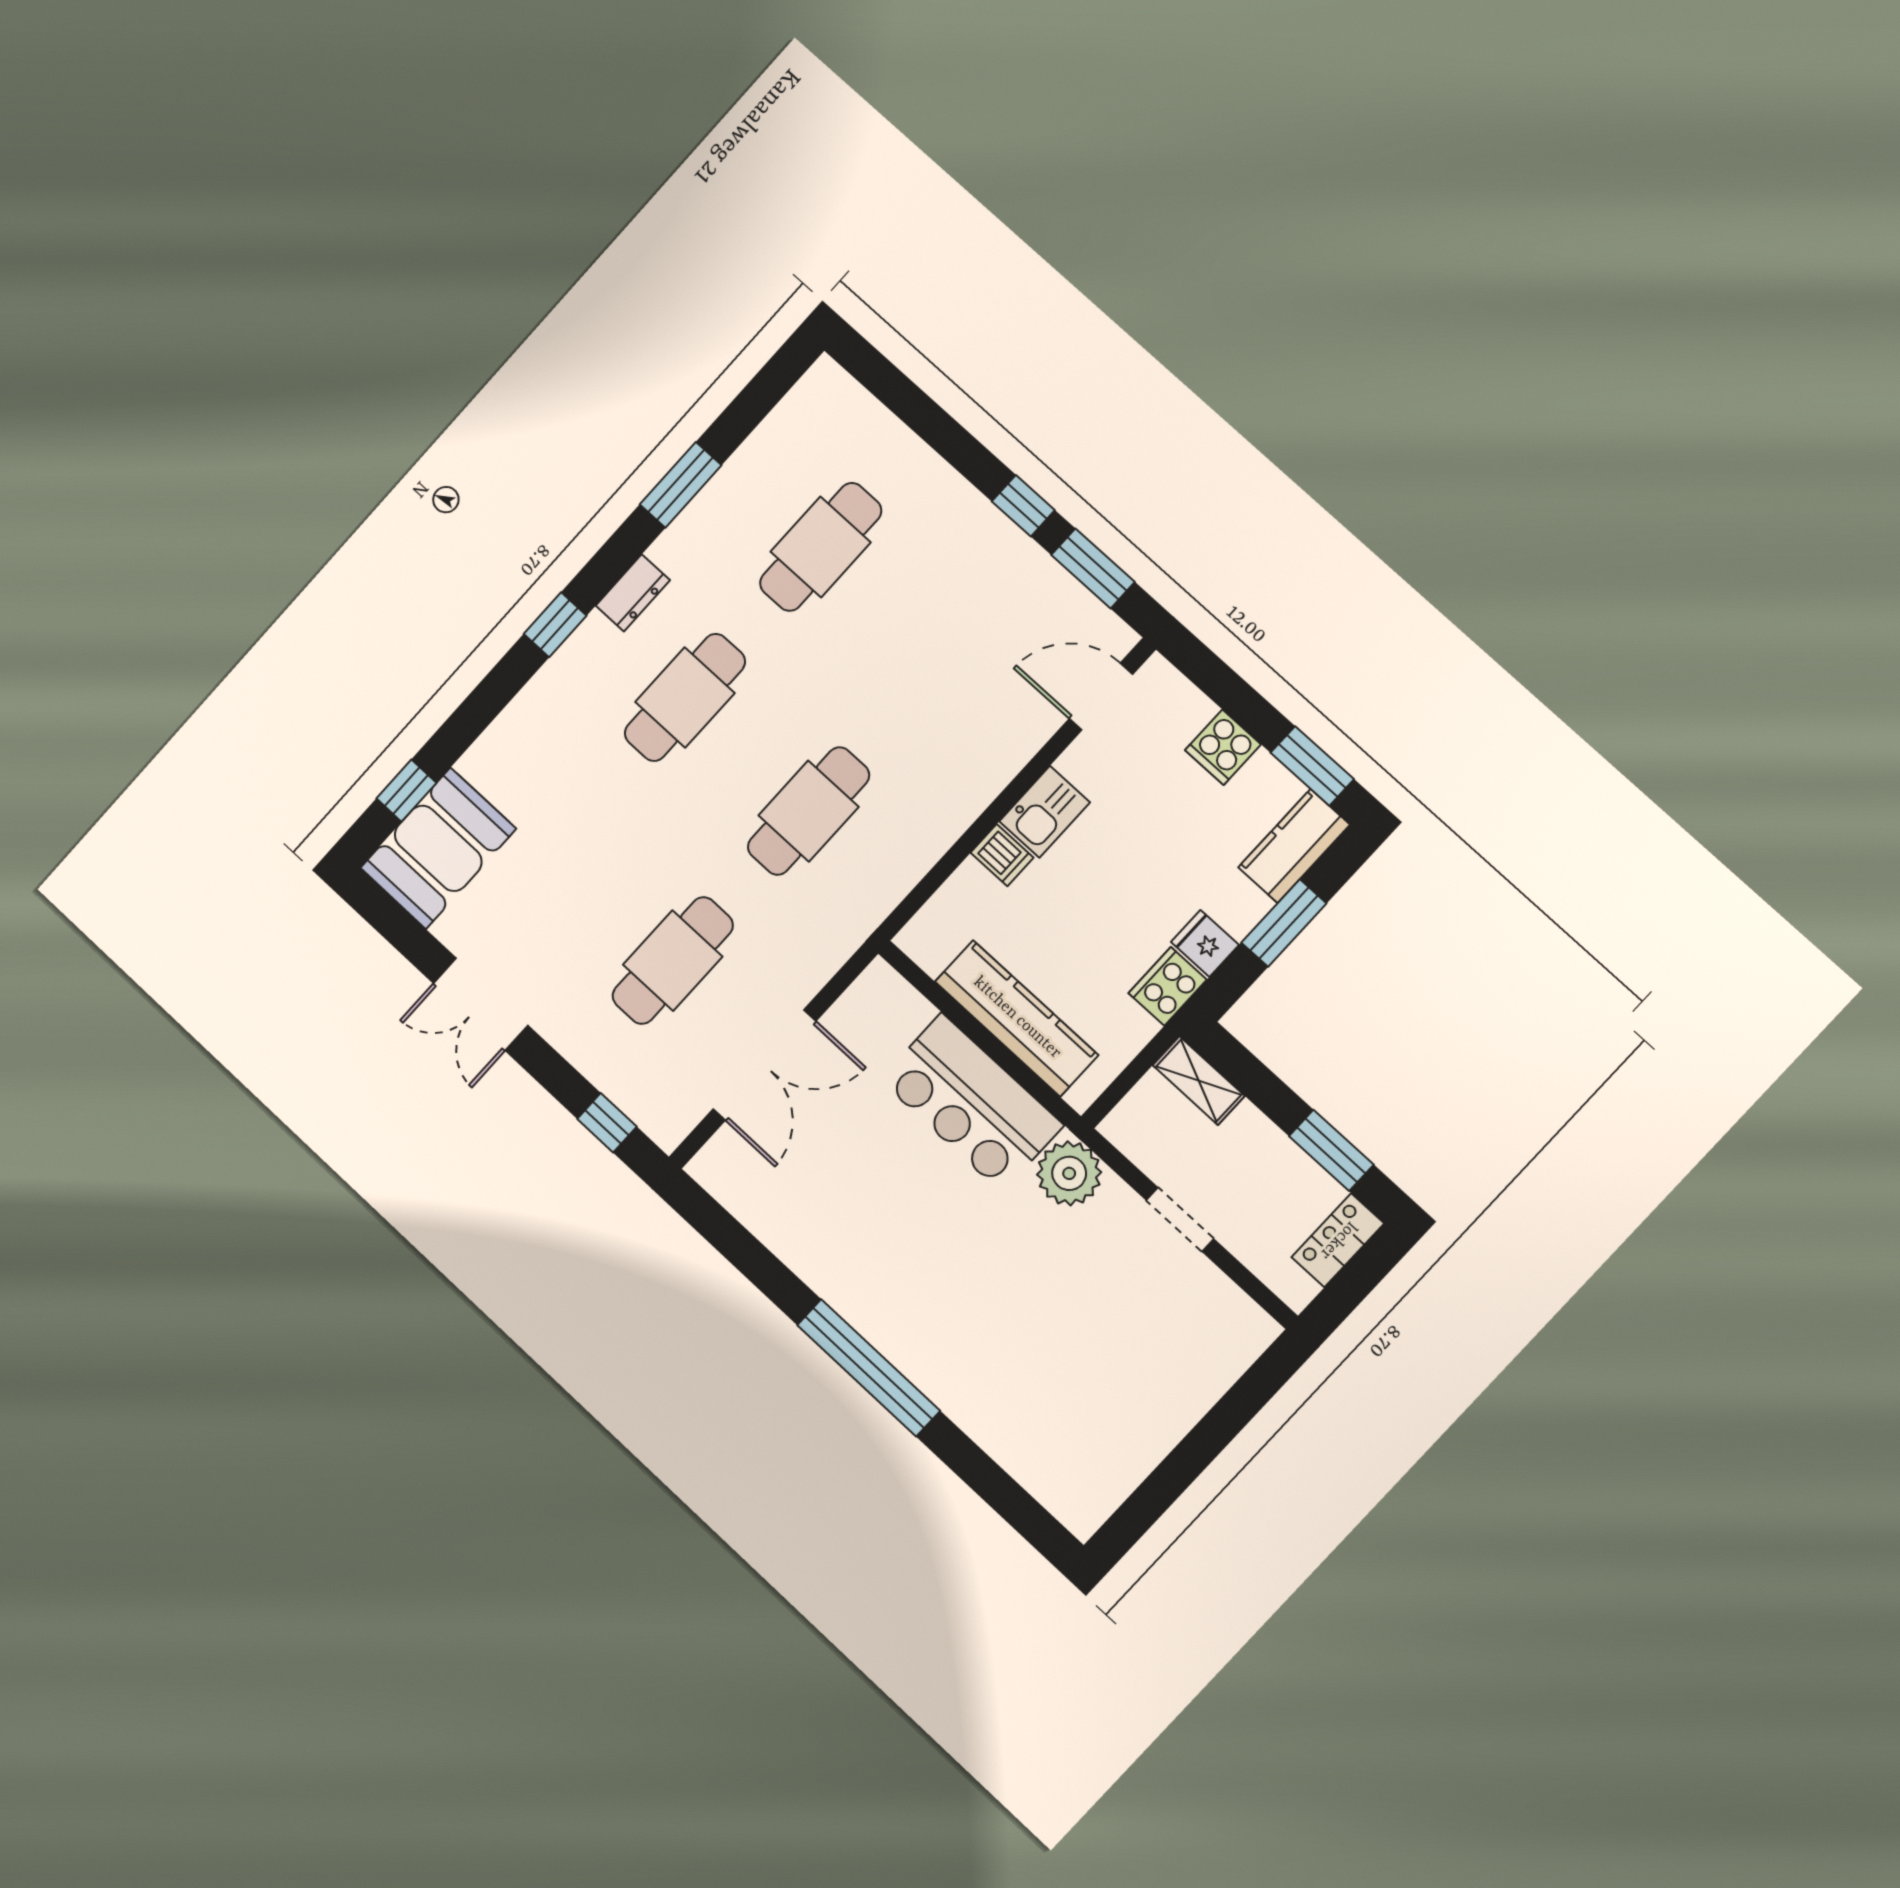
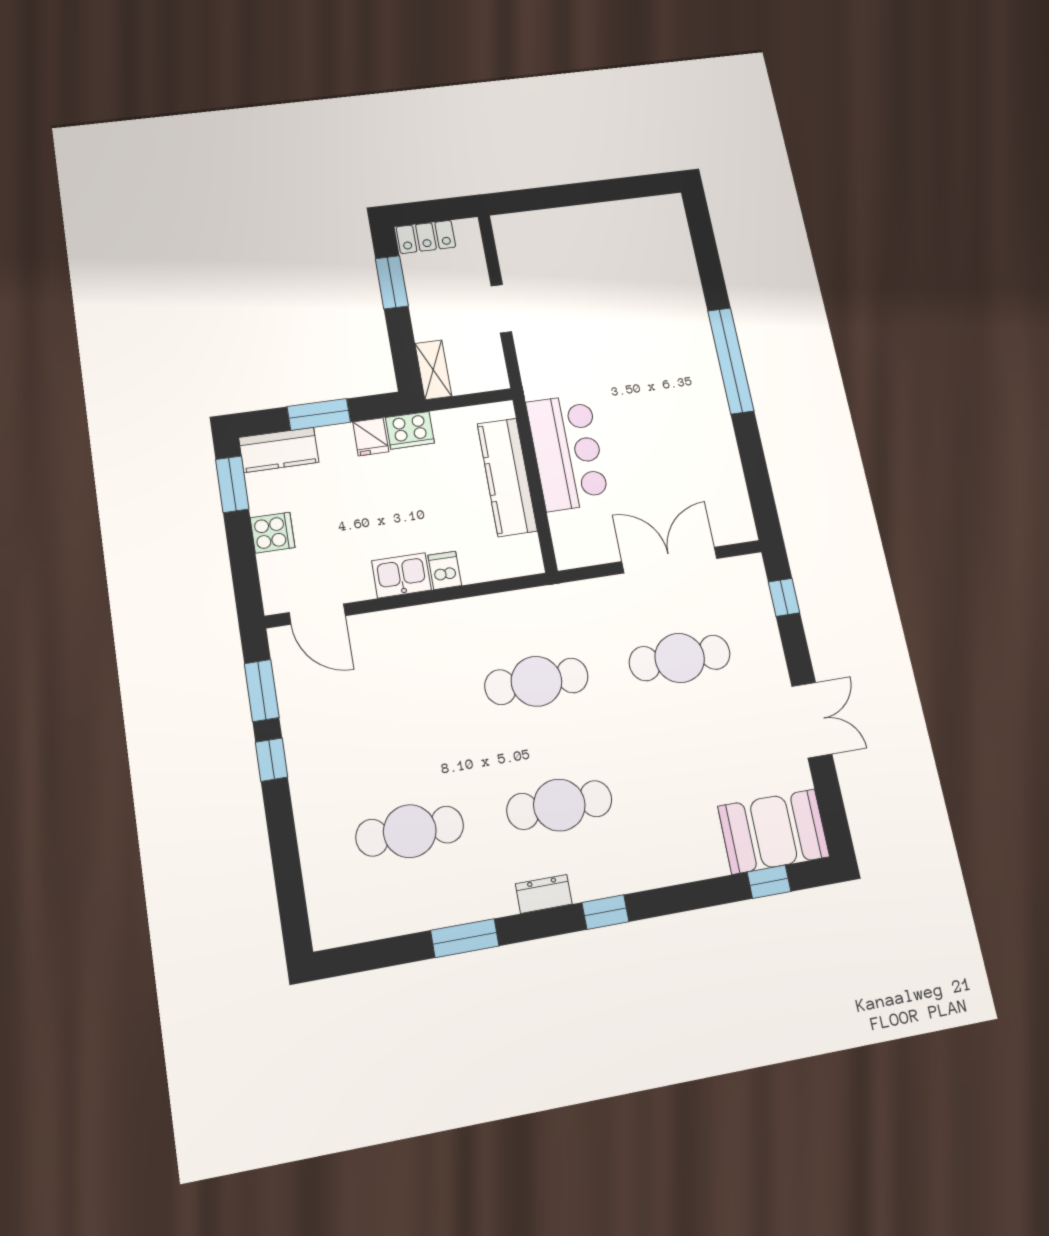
plant: (1069, 1173) -> (543, 376), removed

